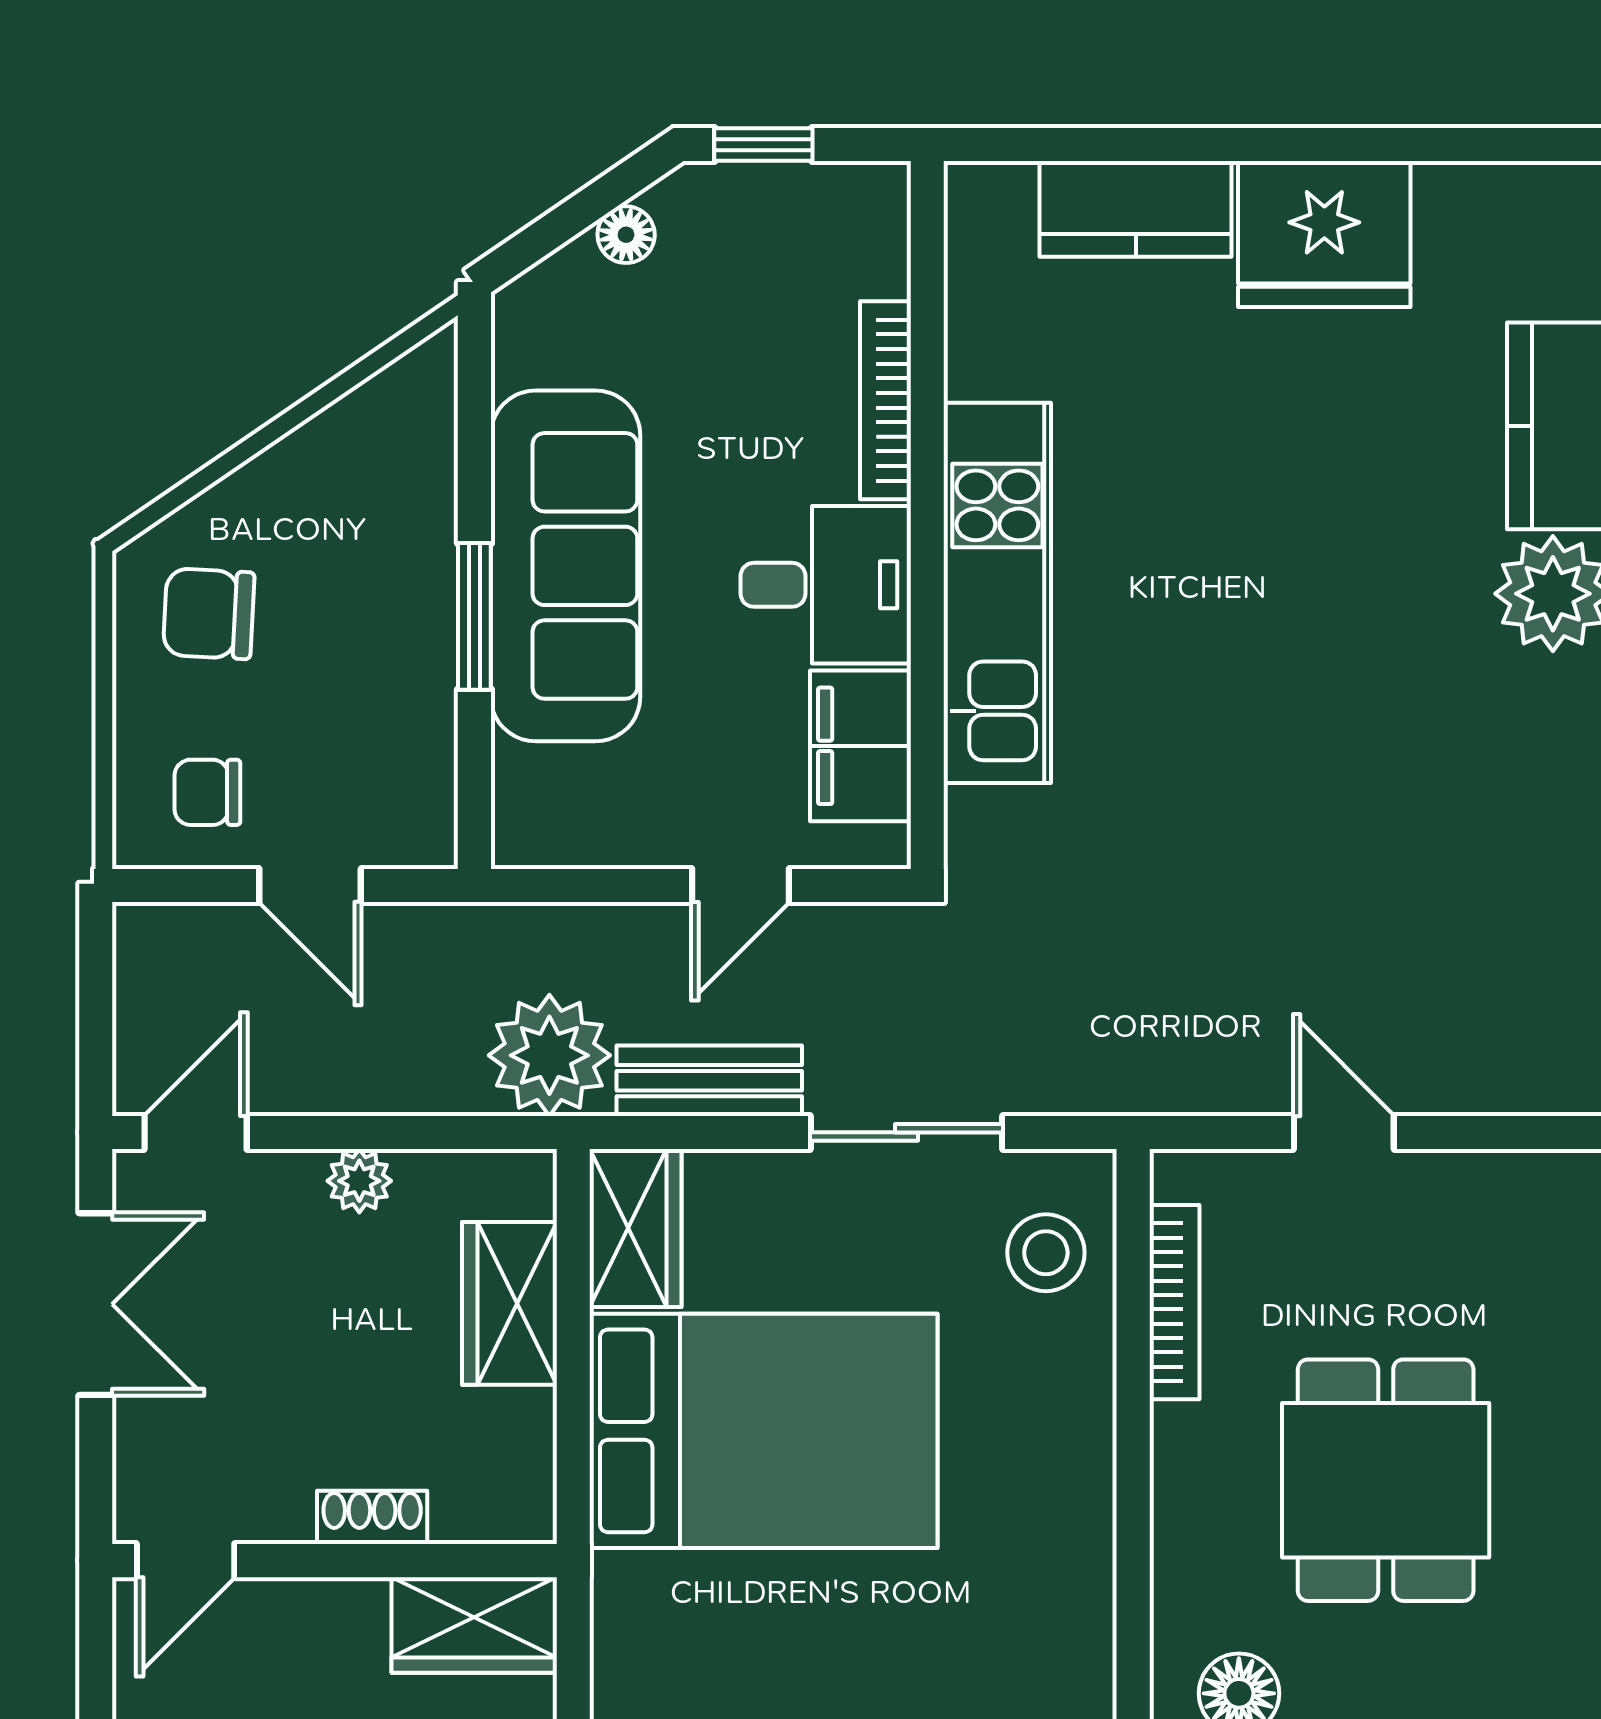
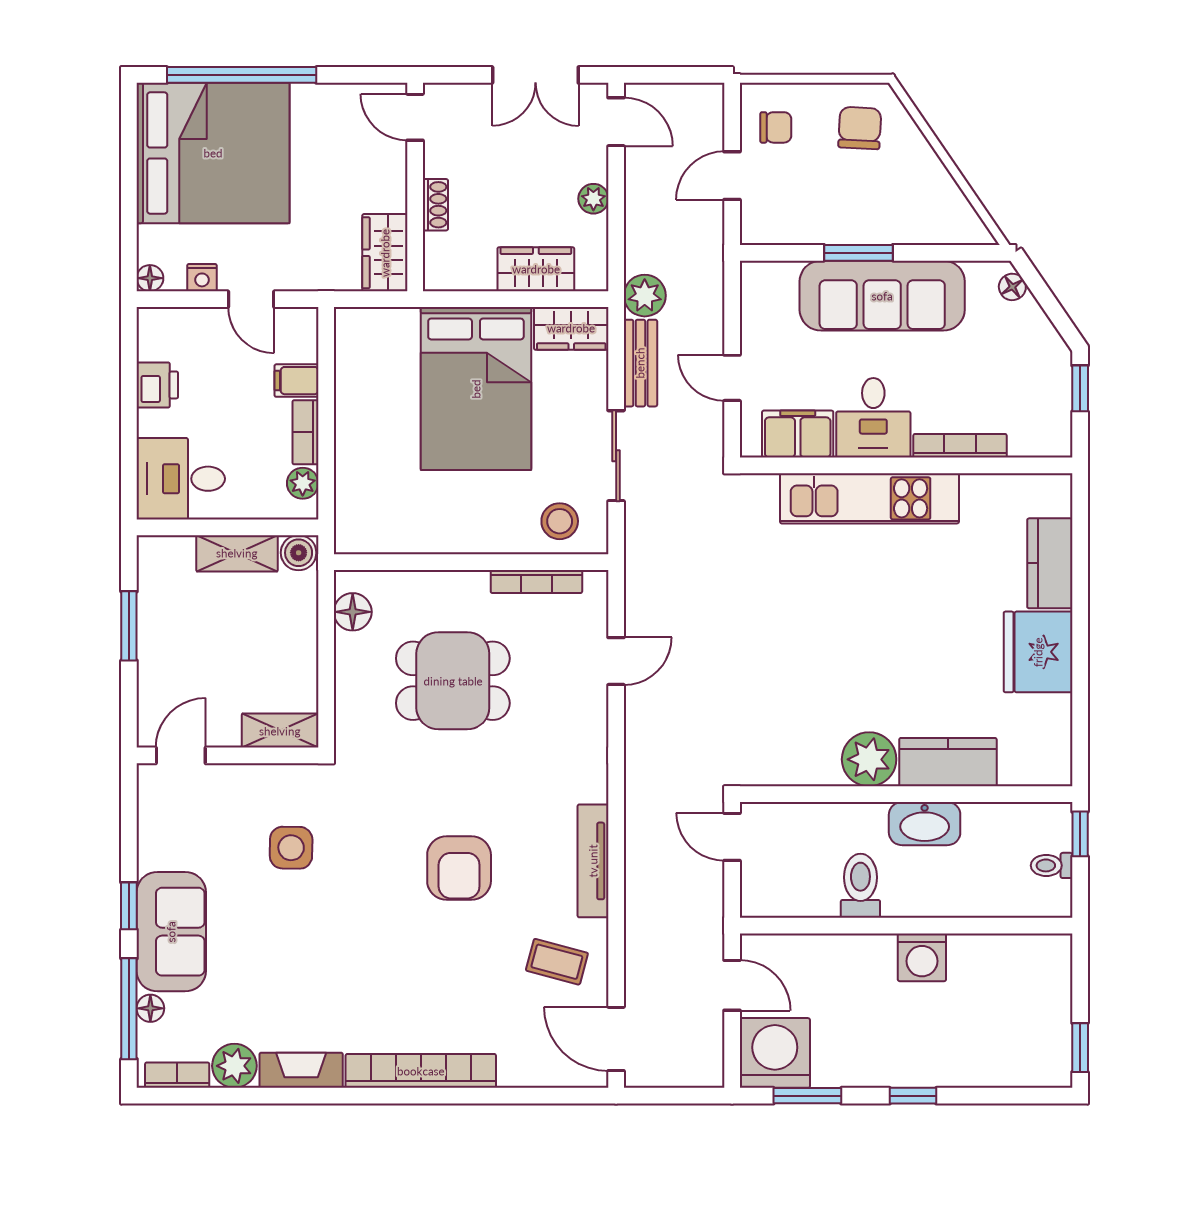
floor lamp: (626, 235) -> (1012, 287), moved
chair: (207, 792) -> (776, 127), turned 90
plant: (549, 1055) -> (645, 296), width x0.73, depth x0.73

